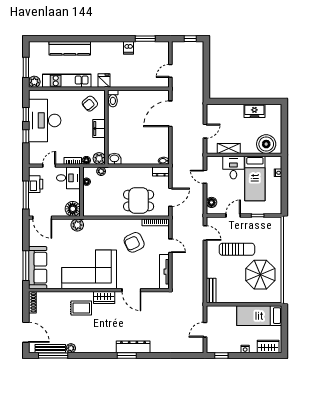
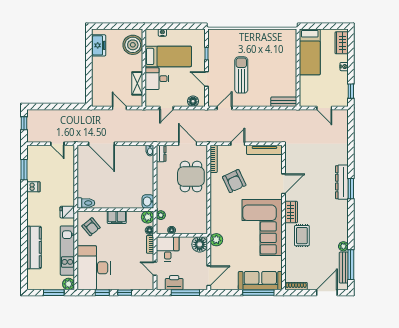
freezer: (254, 111) -> (99, 45), moved
desk: (45, 120) -> (94, 268), moved, turned 90
parasol: (260, 275) -> (267, 51), removed

